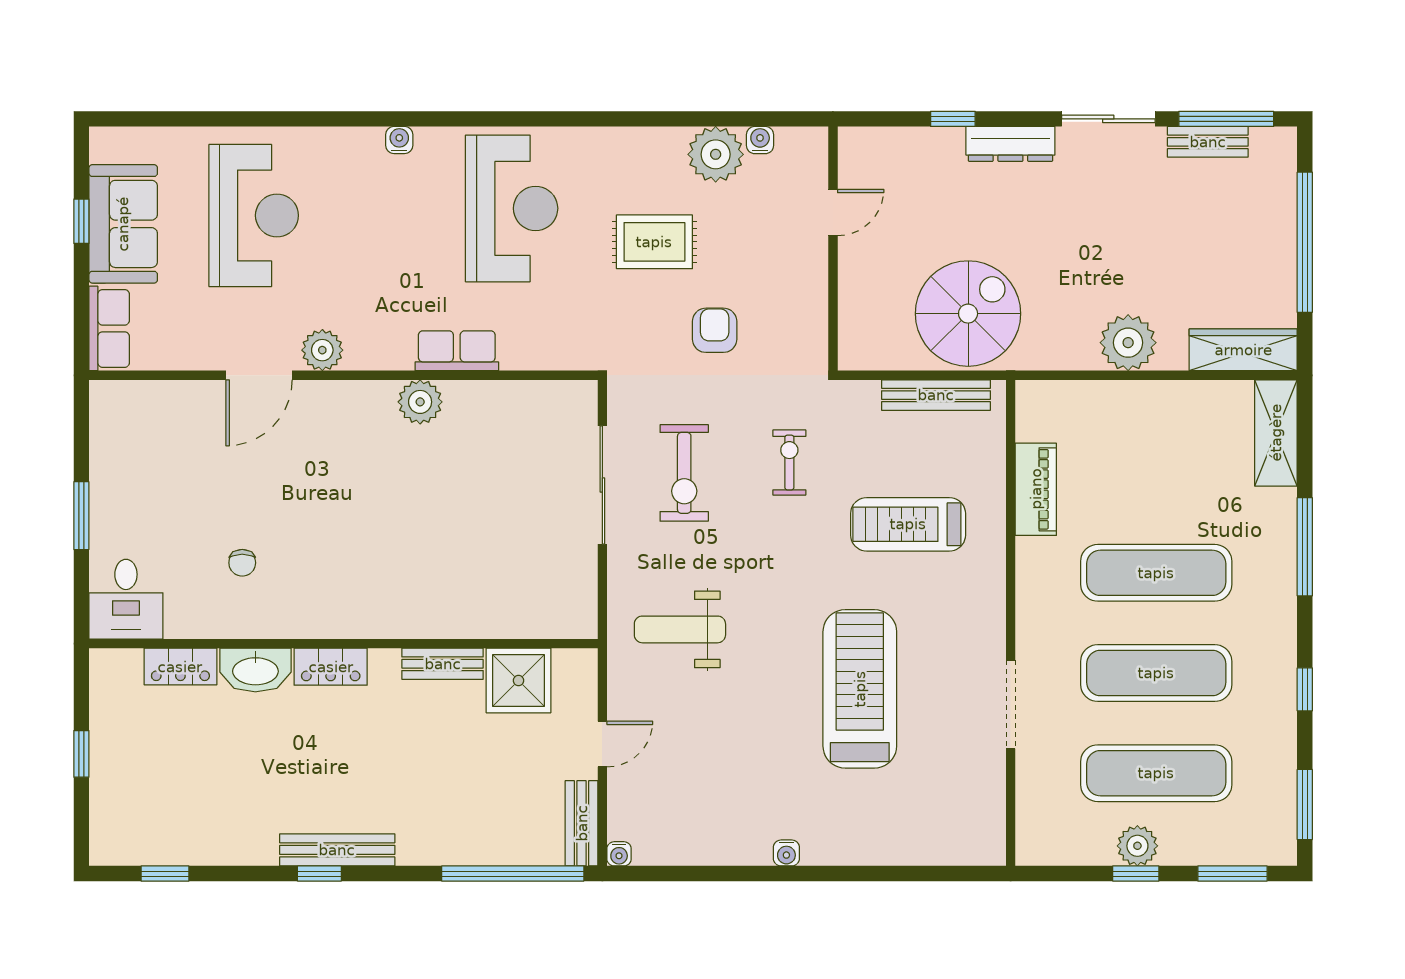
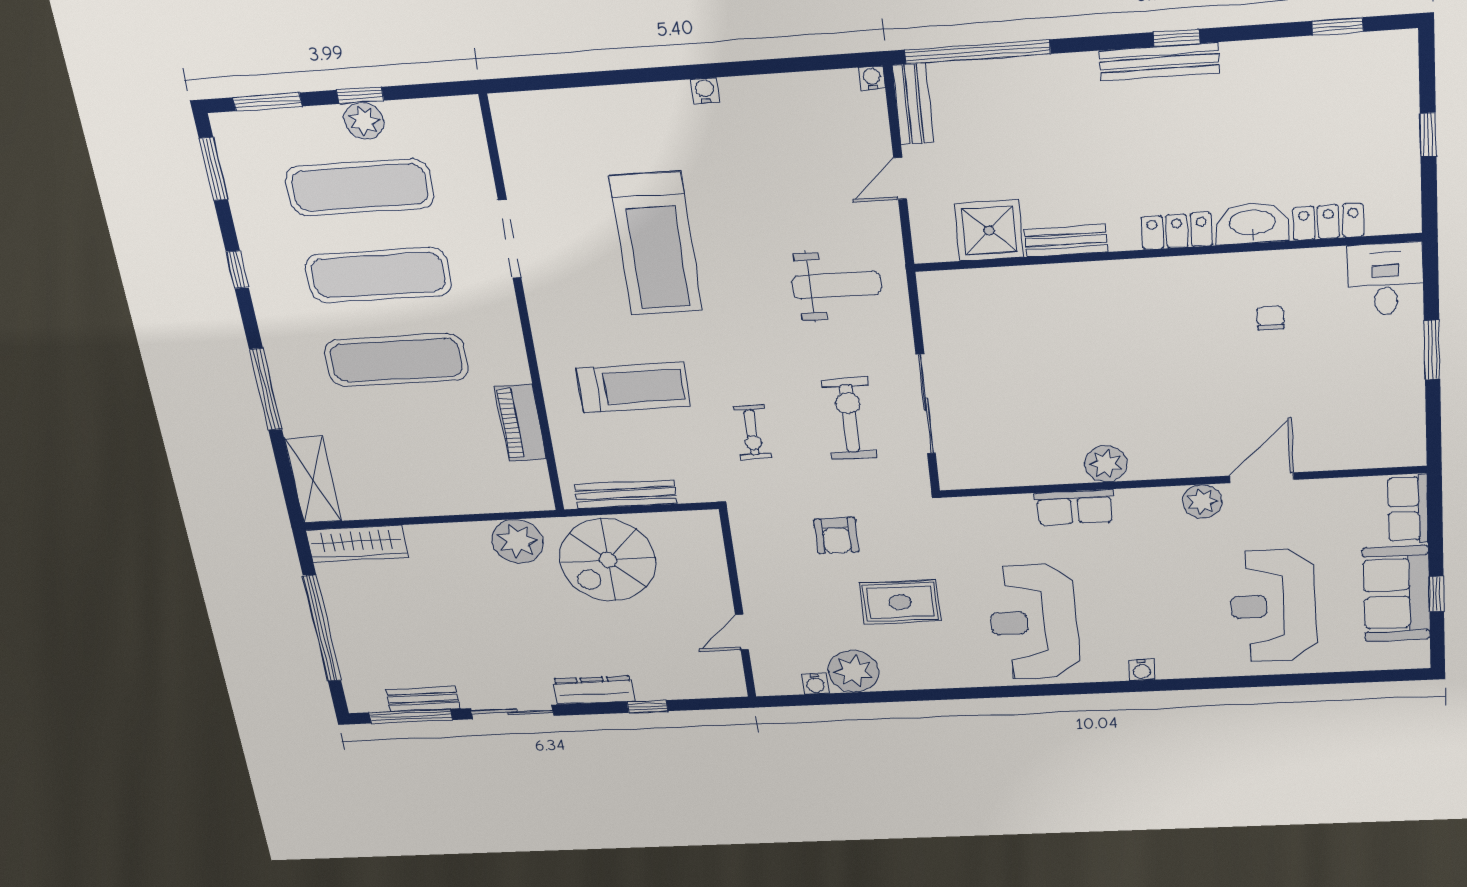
plant: (1128, 343) -> (517, 541), moved

